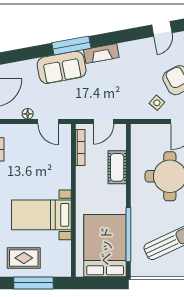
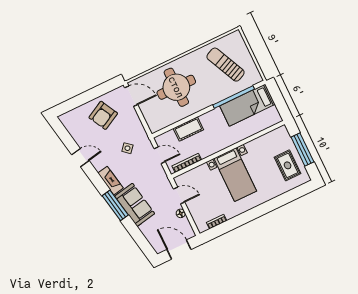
door: (162, 29) -> (80, 158), moved
side table: (157, 103) -> (127, 148), moved
door: (48, 121) -> (179, 196), hinge flipped
bed with nightstands: (41, 215) -> (235, 175), moved
bed: (105, 246) -> (247, 105), width x0.67

